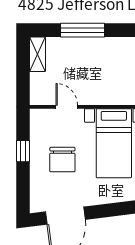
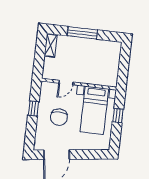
door: (67, 107) -> (66, 83), swing flipped

